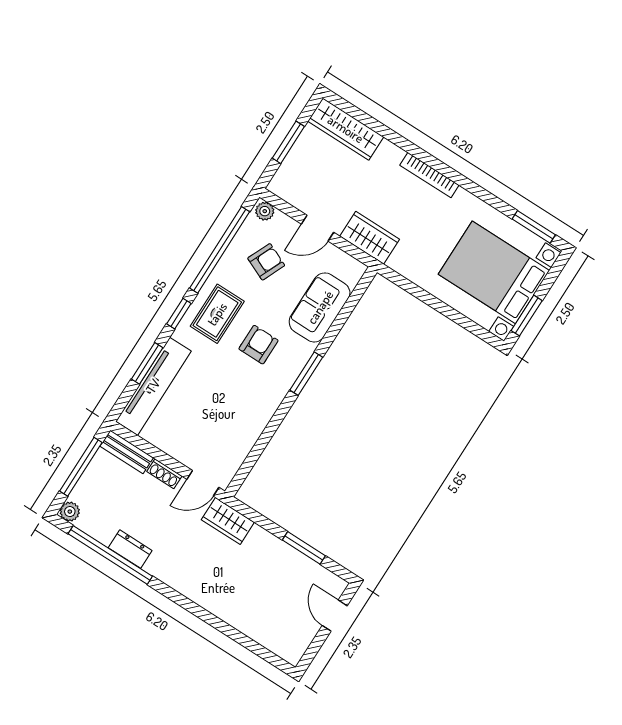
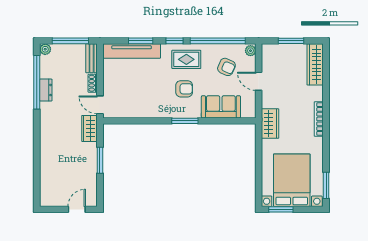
wardrobe: (370, 238) -> (270, 124), moved
window: (304, 548) -> (100, 160), moved

